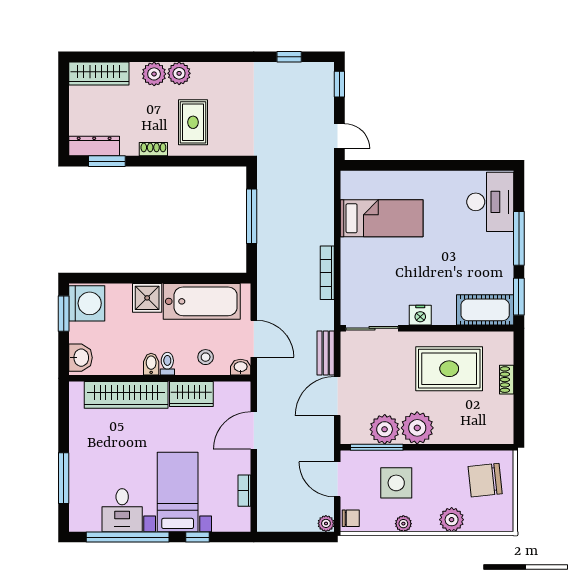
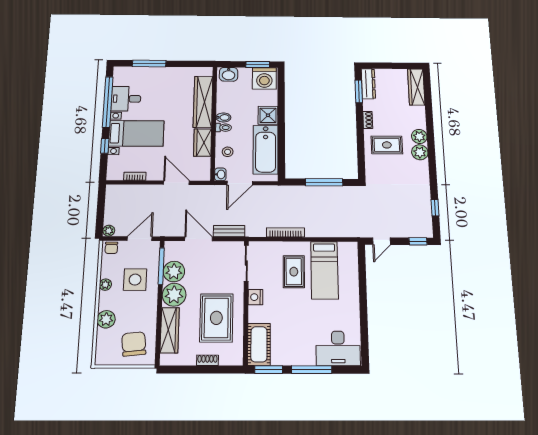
plant: (154, 74) -> (420, 152), moved
rug: (384, 261) -> (294, 272), added
wardrobe: (466, 432) -> (170, 330), added

